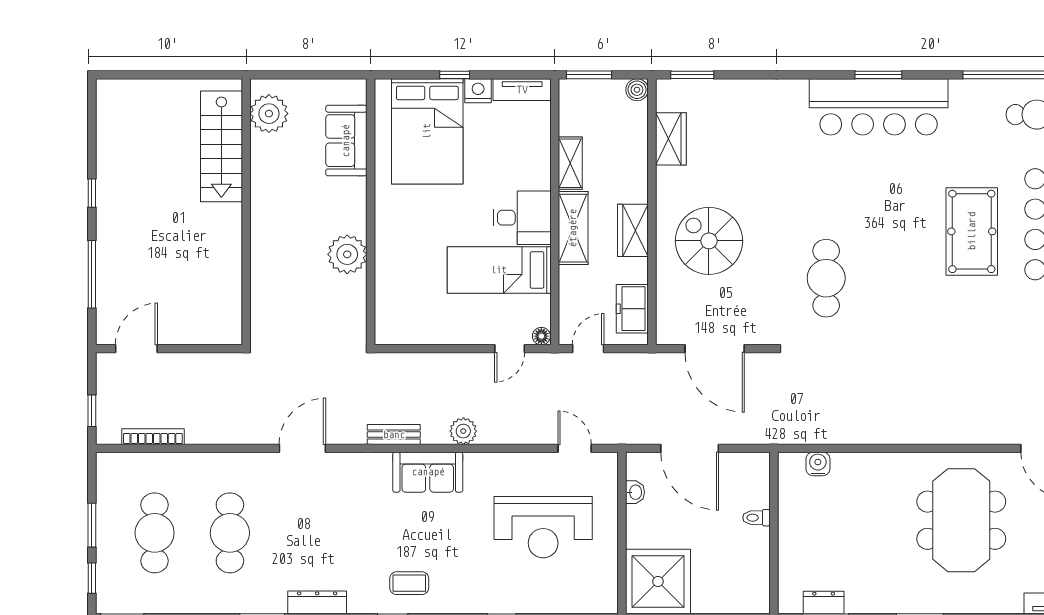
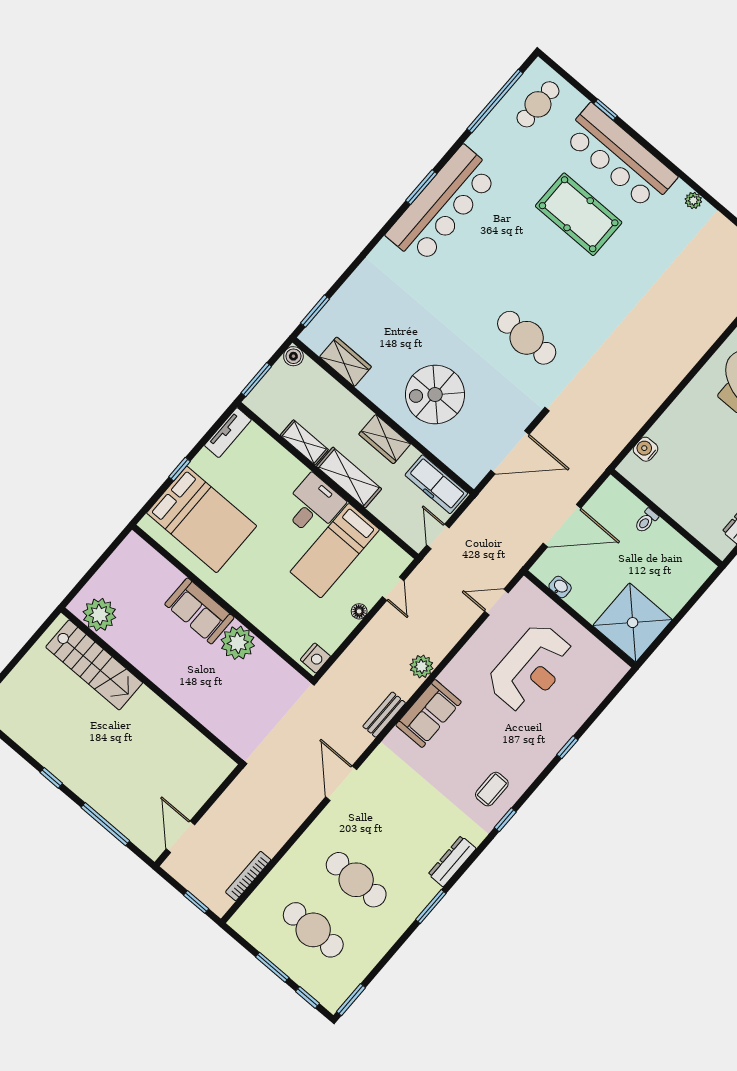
nightstand: (478, 91) -> (315, 658), moved, turned 180
sofa: (346, 141) -> (199, 611), moved
freezer: (632, 309) -> (436, 484), width x1.40
floor lamp: (541, 336) -> (359, 611), moved

